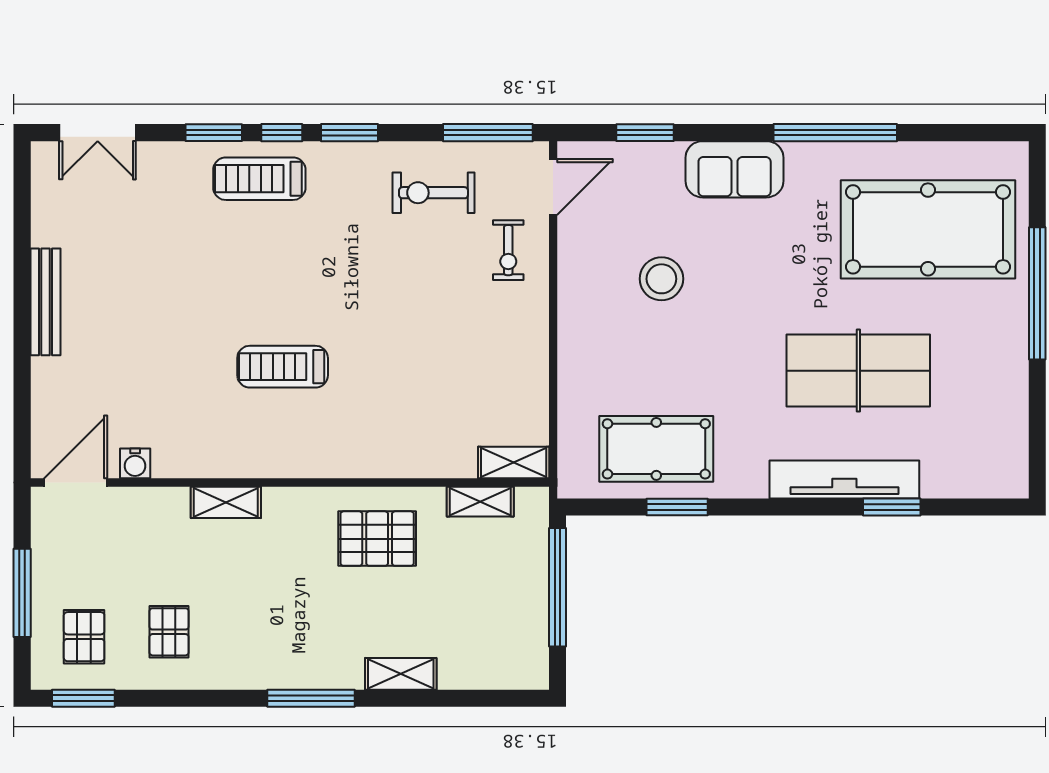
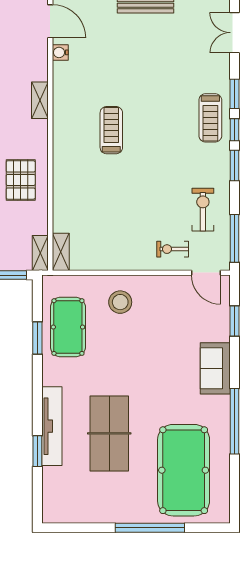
treadmill: (259, 179) -> (210, 118), turned 180
stool: (661, 279) -> (120, 302), moved
shelving: (480, 502) -> (40, 253), moved

